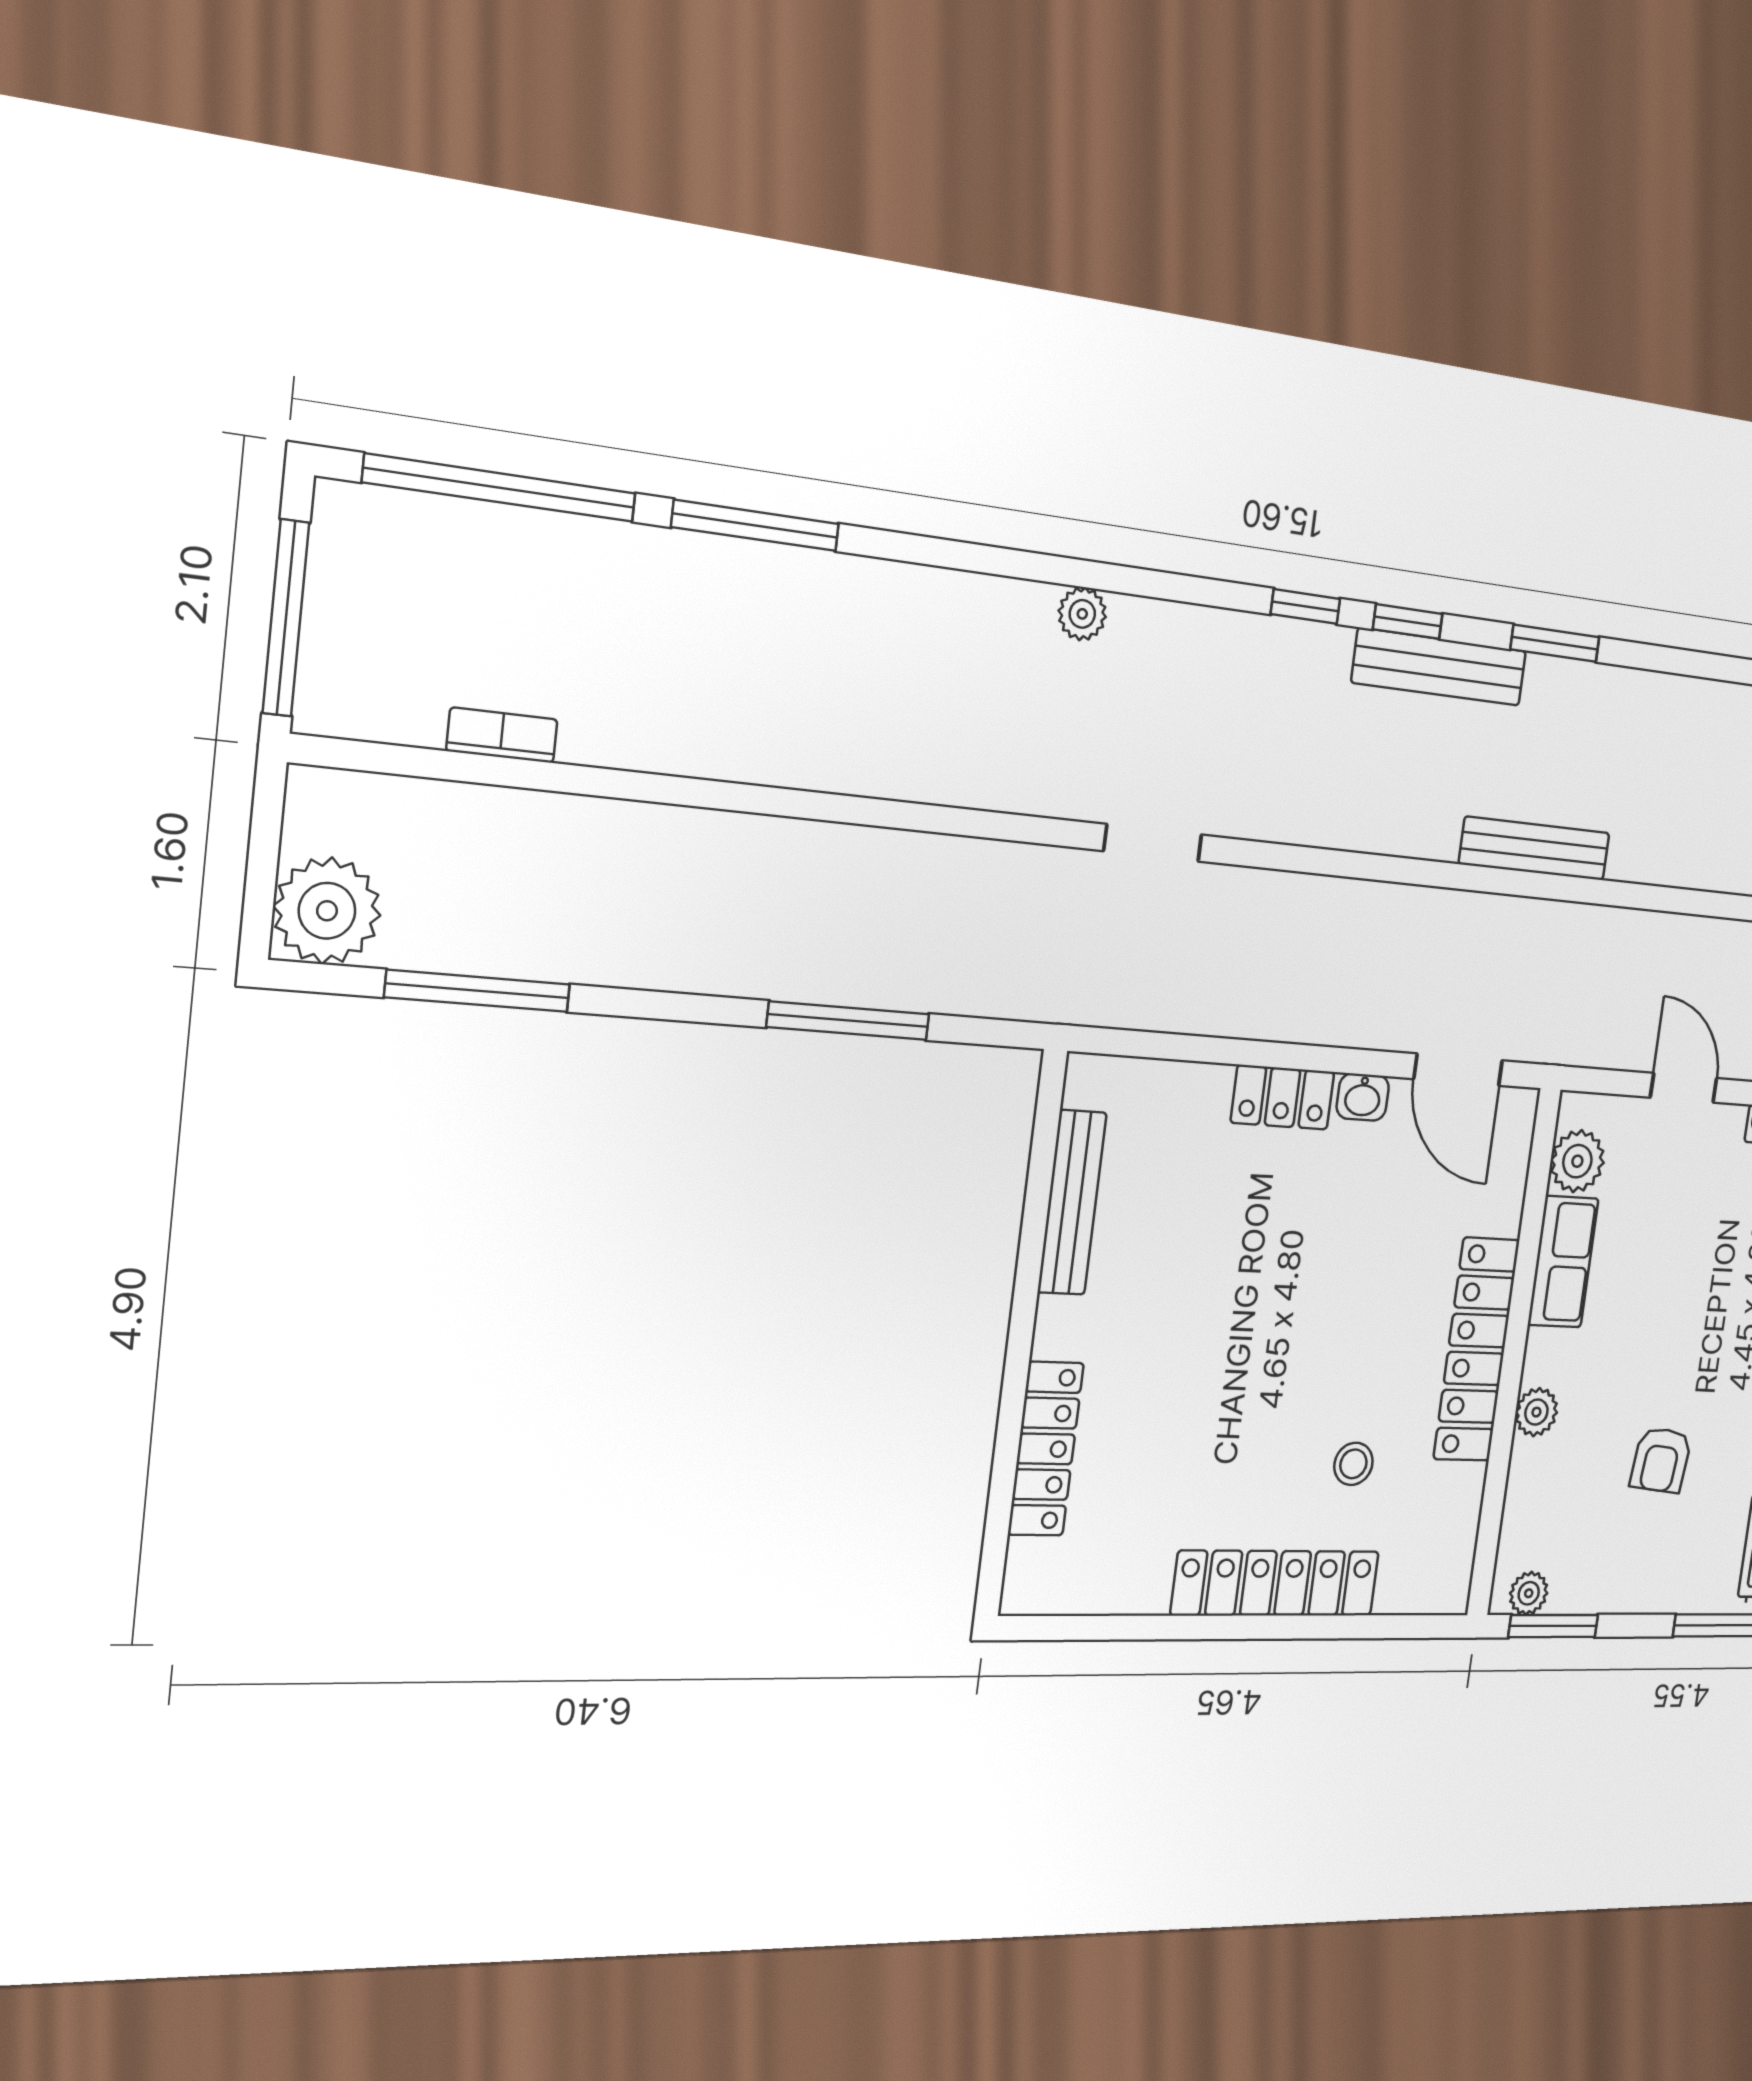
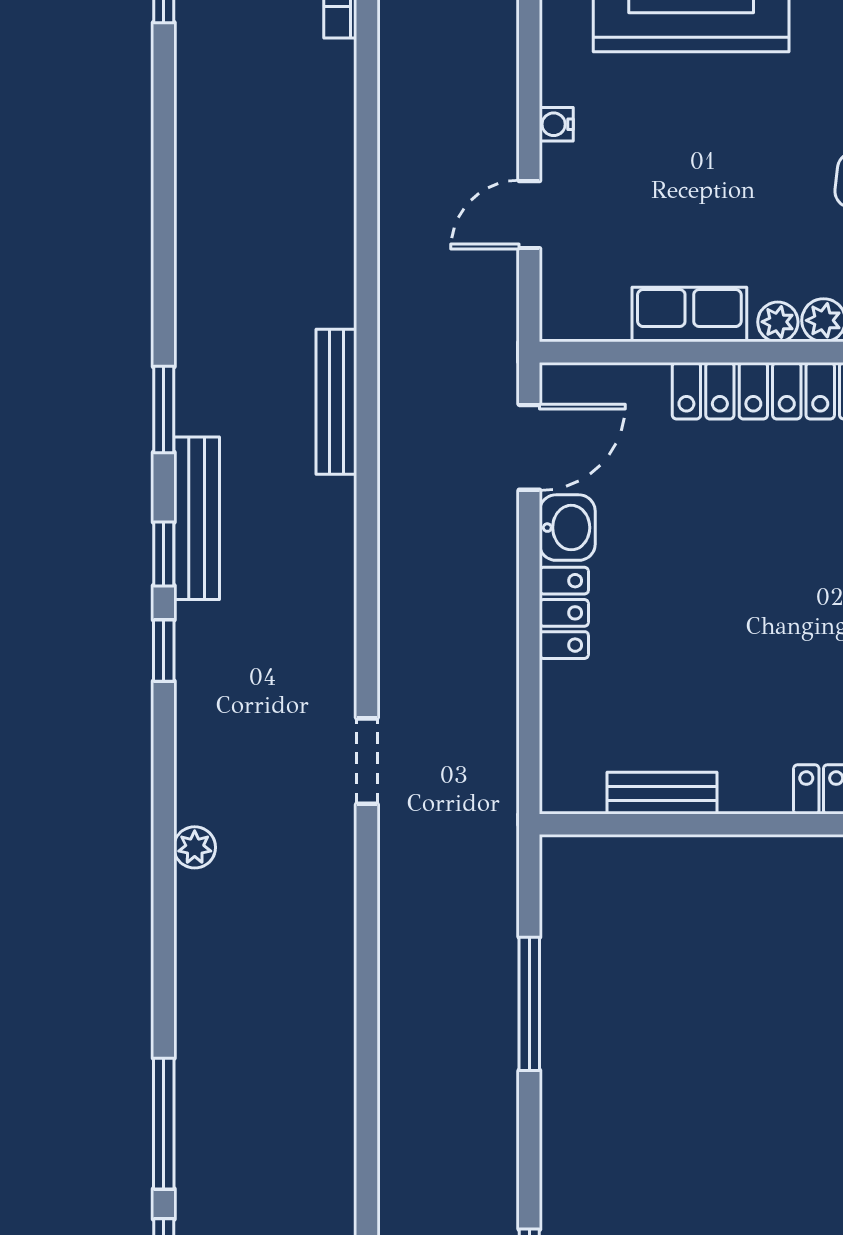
washbasin: (1363, 1097) -> (567, 528), width x1.38, depth x1.45
plant: (1577, 1161) -> (778, 322), moved, width x0.73, depth x0.73
bench: (1072, 1203) -> (662, 793), width x0.73

